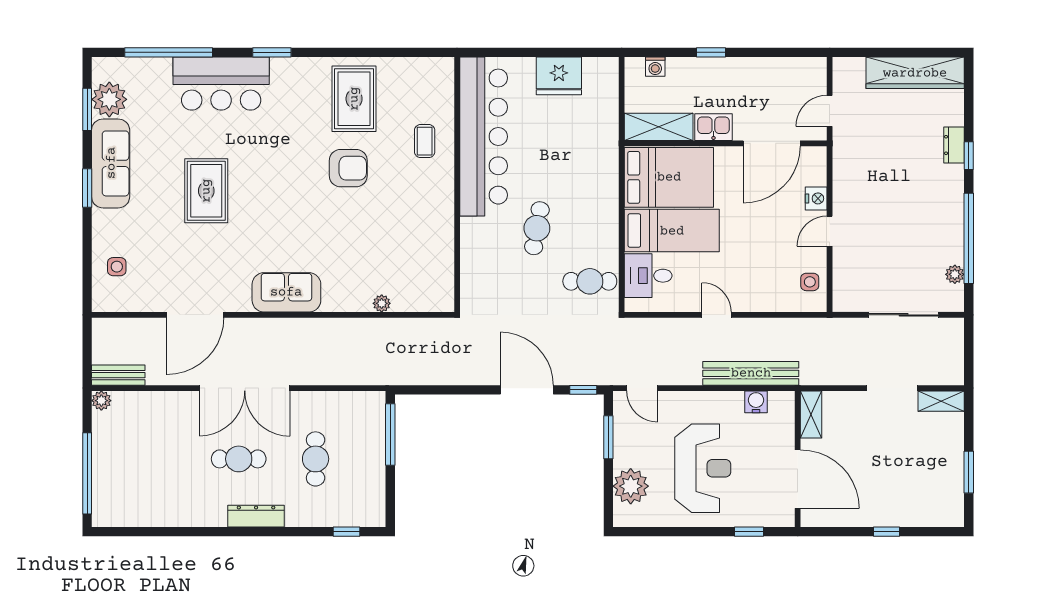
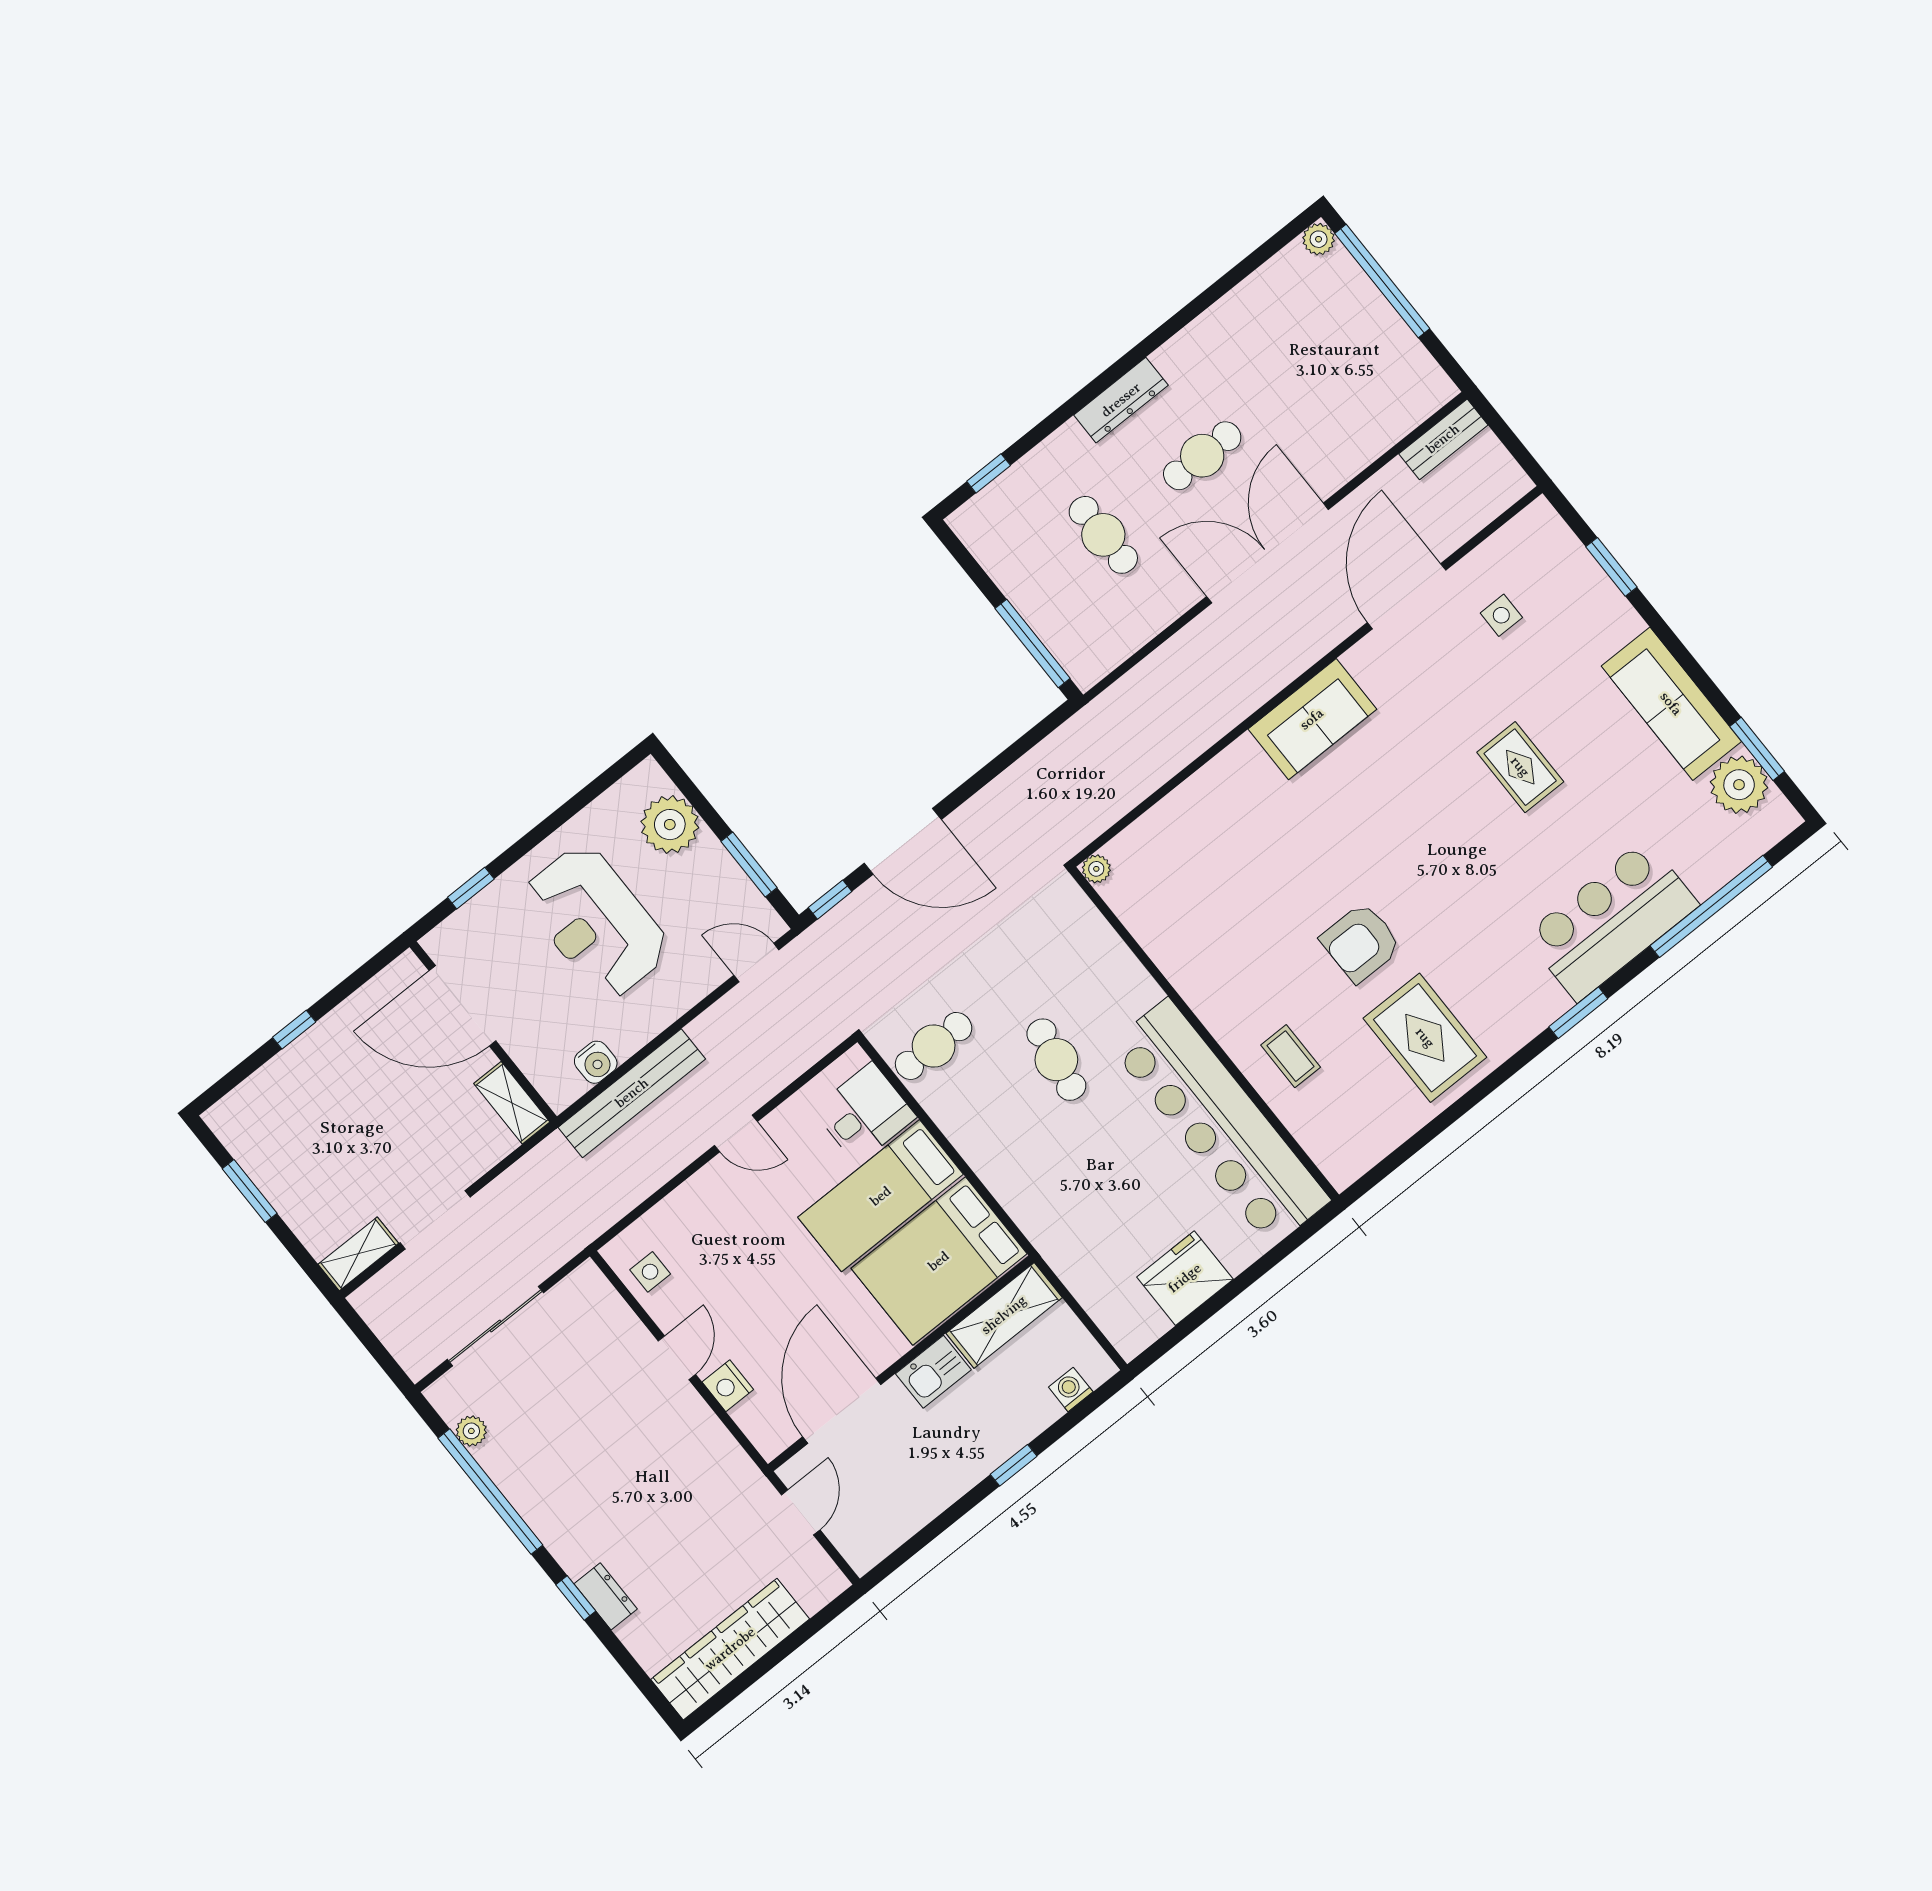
window: (87, 188) -> (1611, 567), moved
rug: (206, 191) -> (1520, 767), width x0.73, depth x0.70
side table: (117, 267) -> (1501, 615), moved
plant: (382, 303) -> (1096, 869), moved
plant: (101, 401) -> (1319, 239), moved

